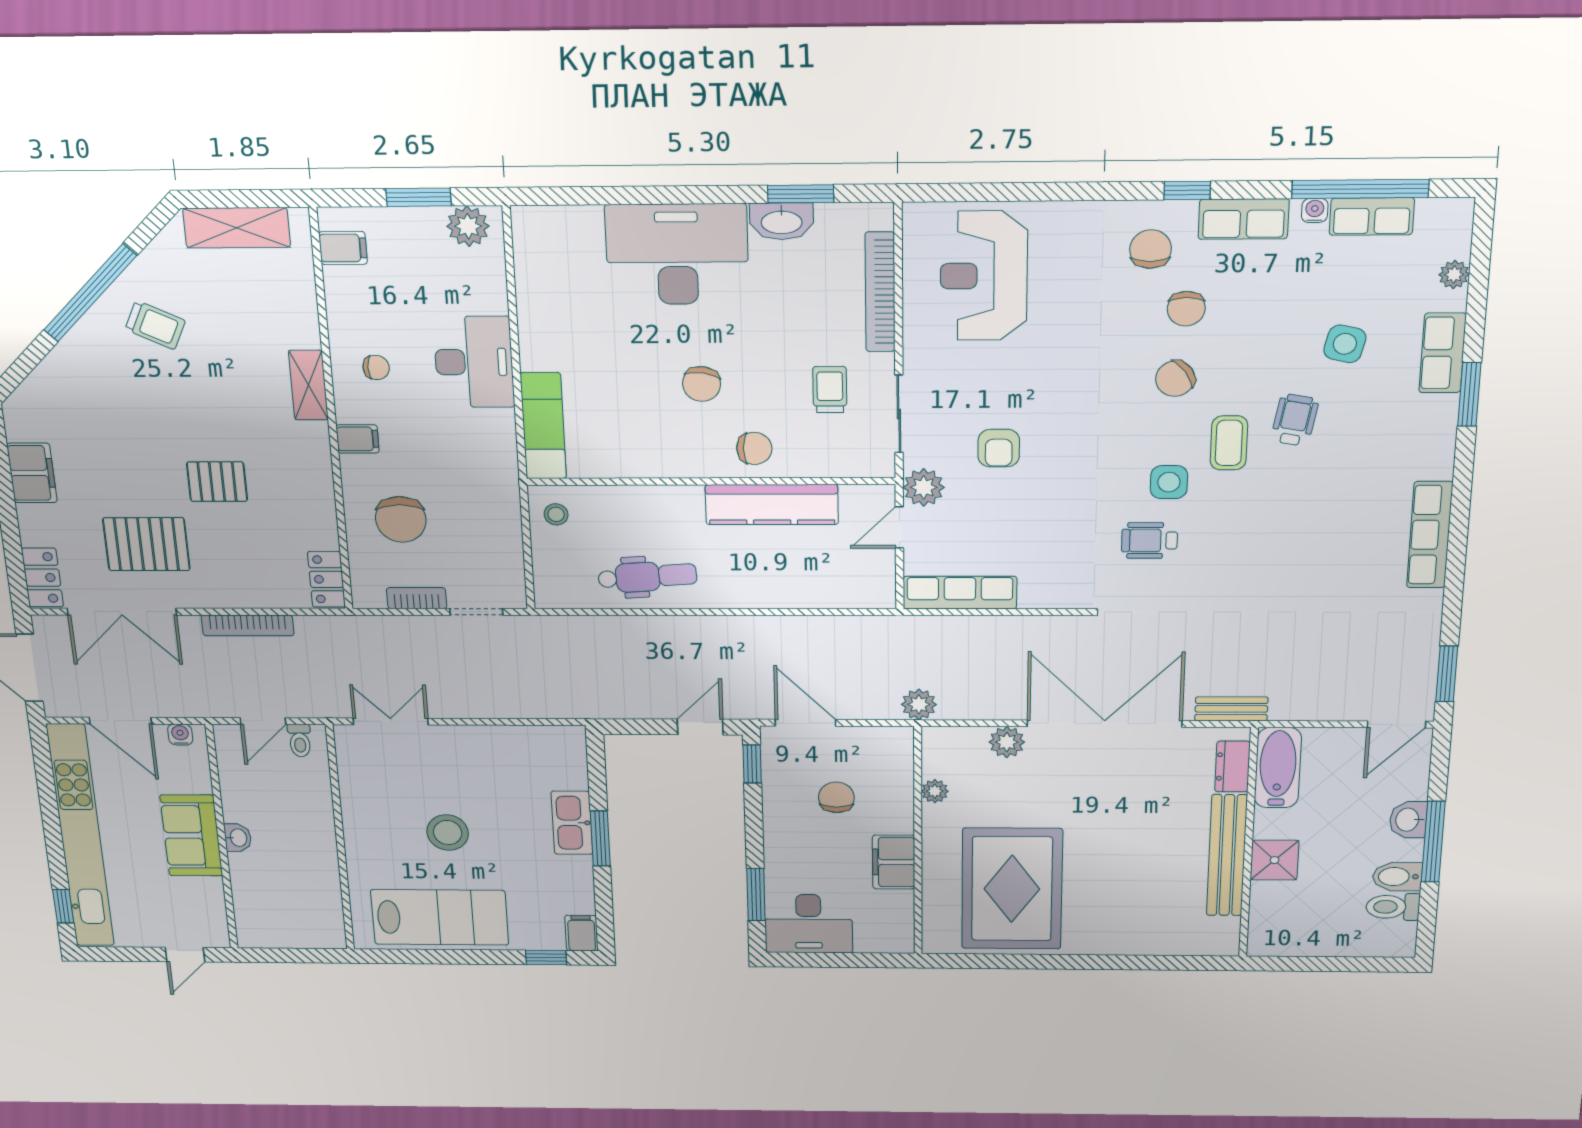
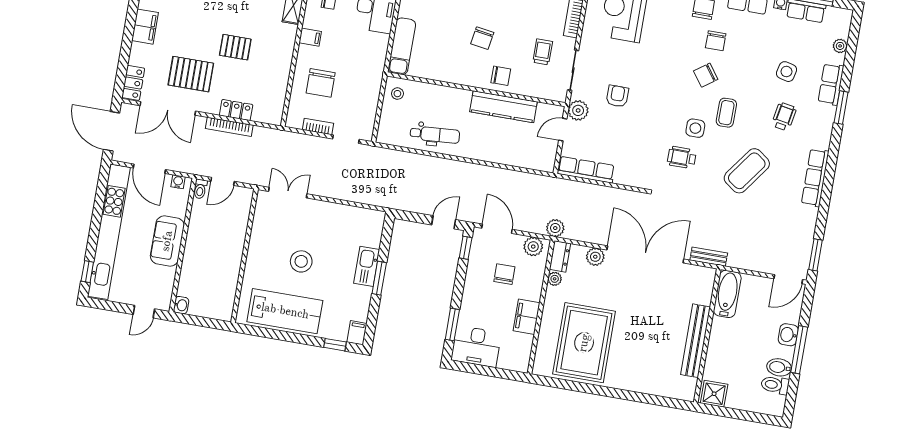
wheelchair: (1295, 420) -> (784, 117), moved
armchair: (999, 448) -> (617, 96), turned 180
coffee table: (1287, 544) -> (747, 171), added
locker: (326, 579) -> (236, 110), moved, turned 90
toilet: (300, 741) -> (200, 189), moved
plant: (882, 743) -> (533, 247), added
dresser: (1232, 767) -> (560, 256), moved, turned 180
washbasin: (238, 838) -> (181, 305), moved
shower: (1274, 860) -> (714, 394), moved

